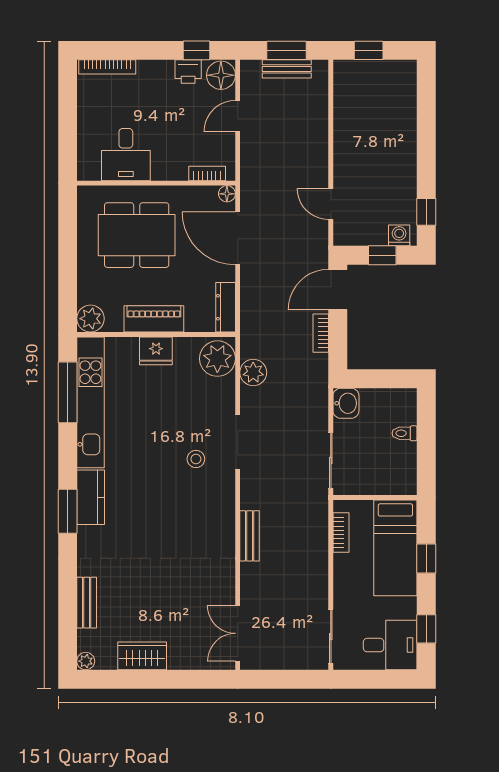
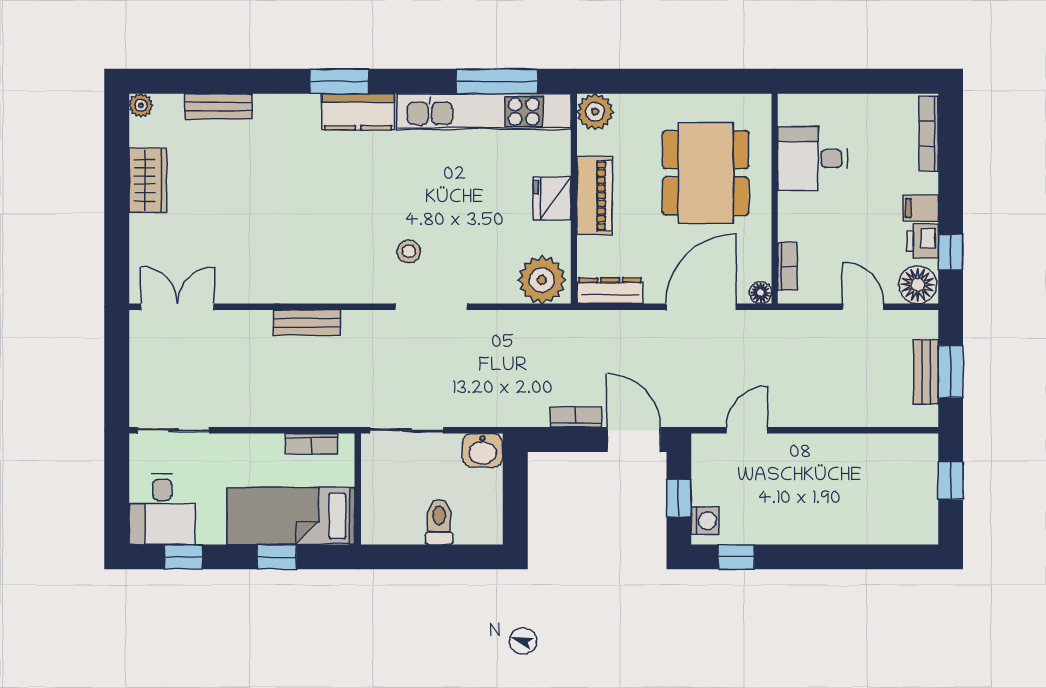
filing cabinet: (163, 73) -> (921, 208), added
plant: (253, 372) -> (523, 327), removed
toilet: (405, 433) -> (439, 522), width x1.37, depth x1.39

